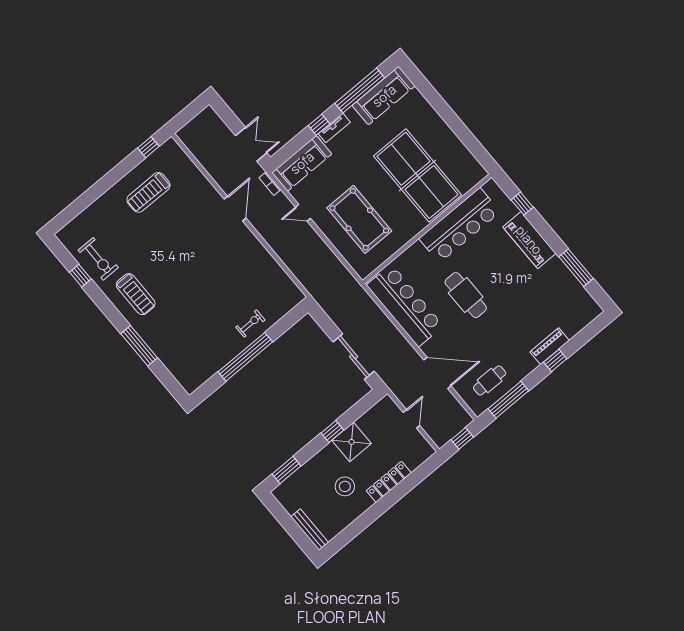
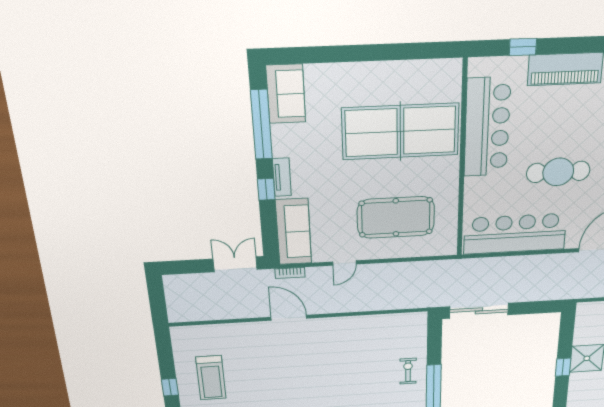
sofa: (384, 96) -> (286, 94), width x0.73
window: (148, 147) -> (170, 387), moved
sliding door: (354, 357) -> (479, 311), moved

